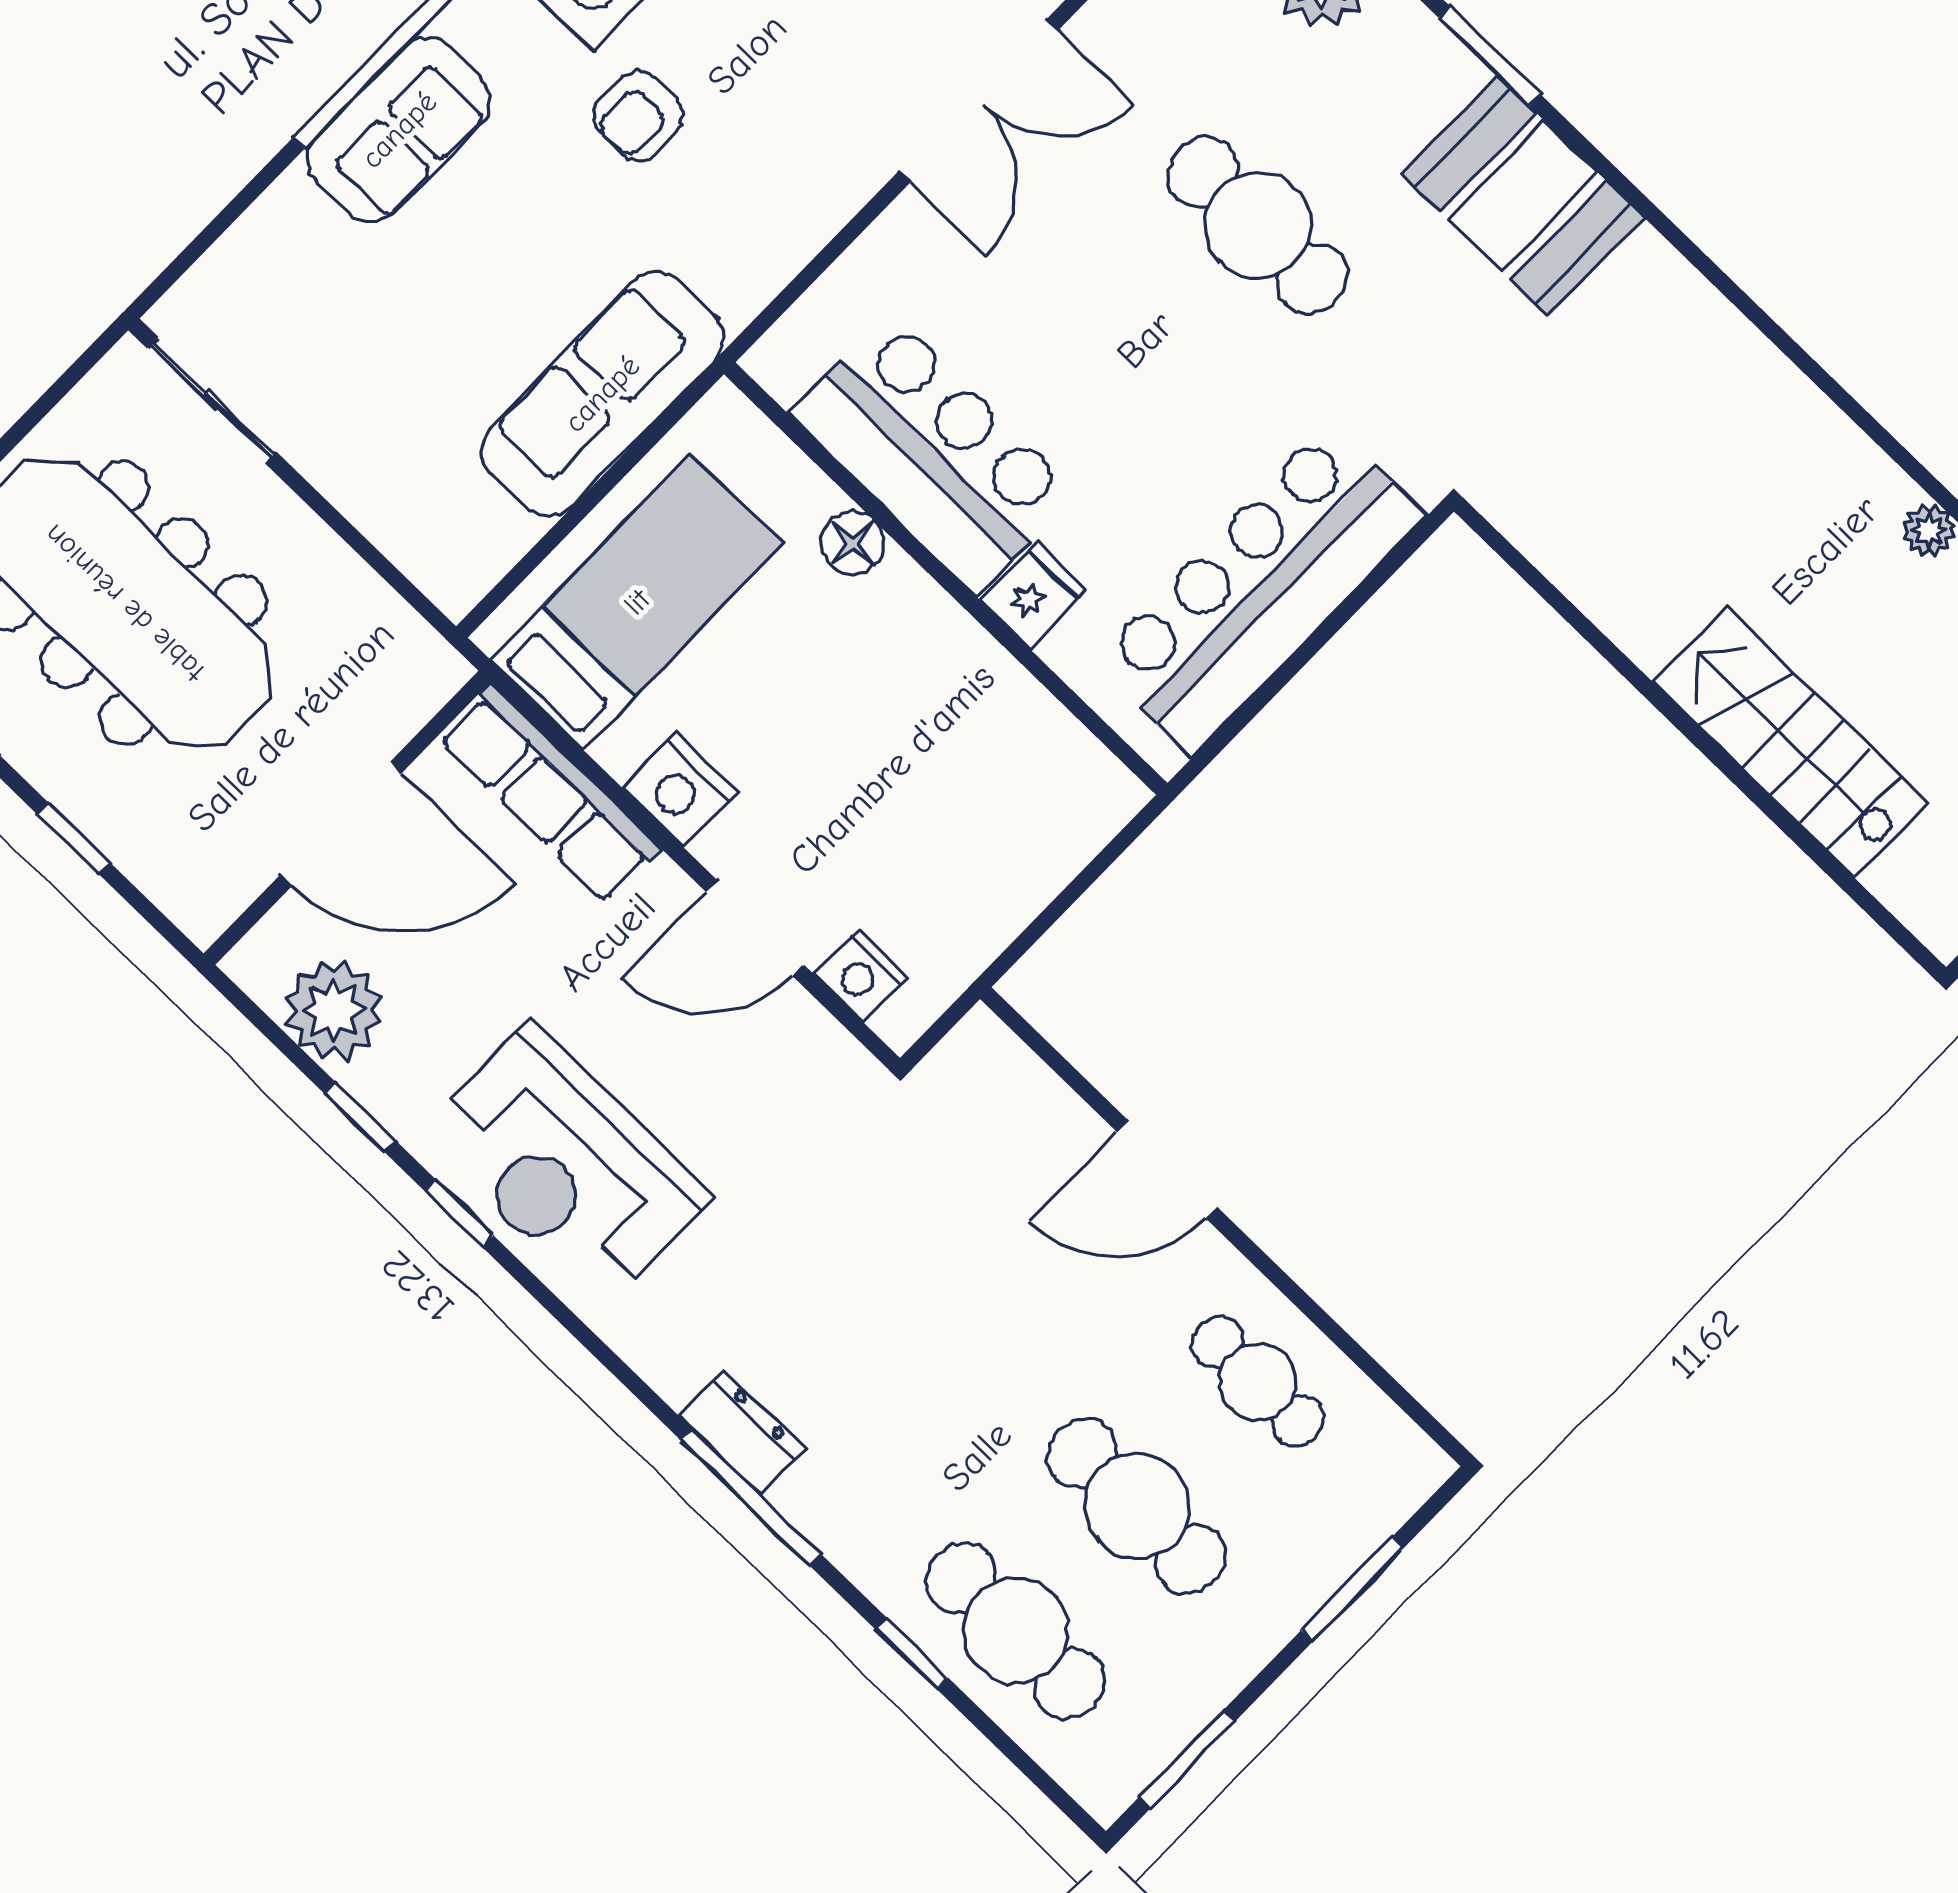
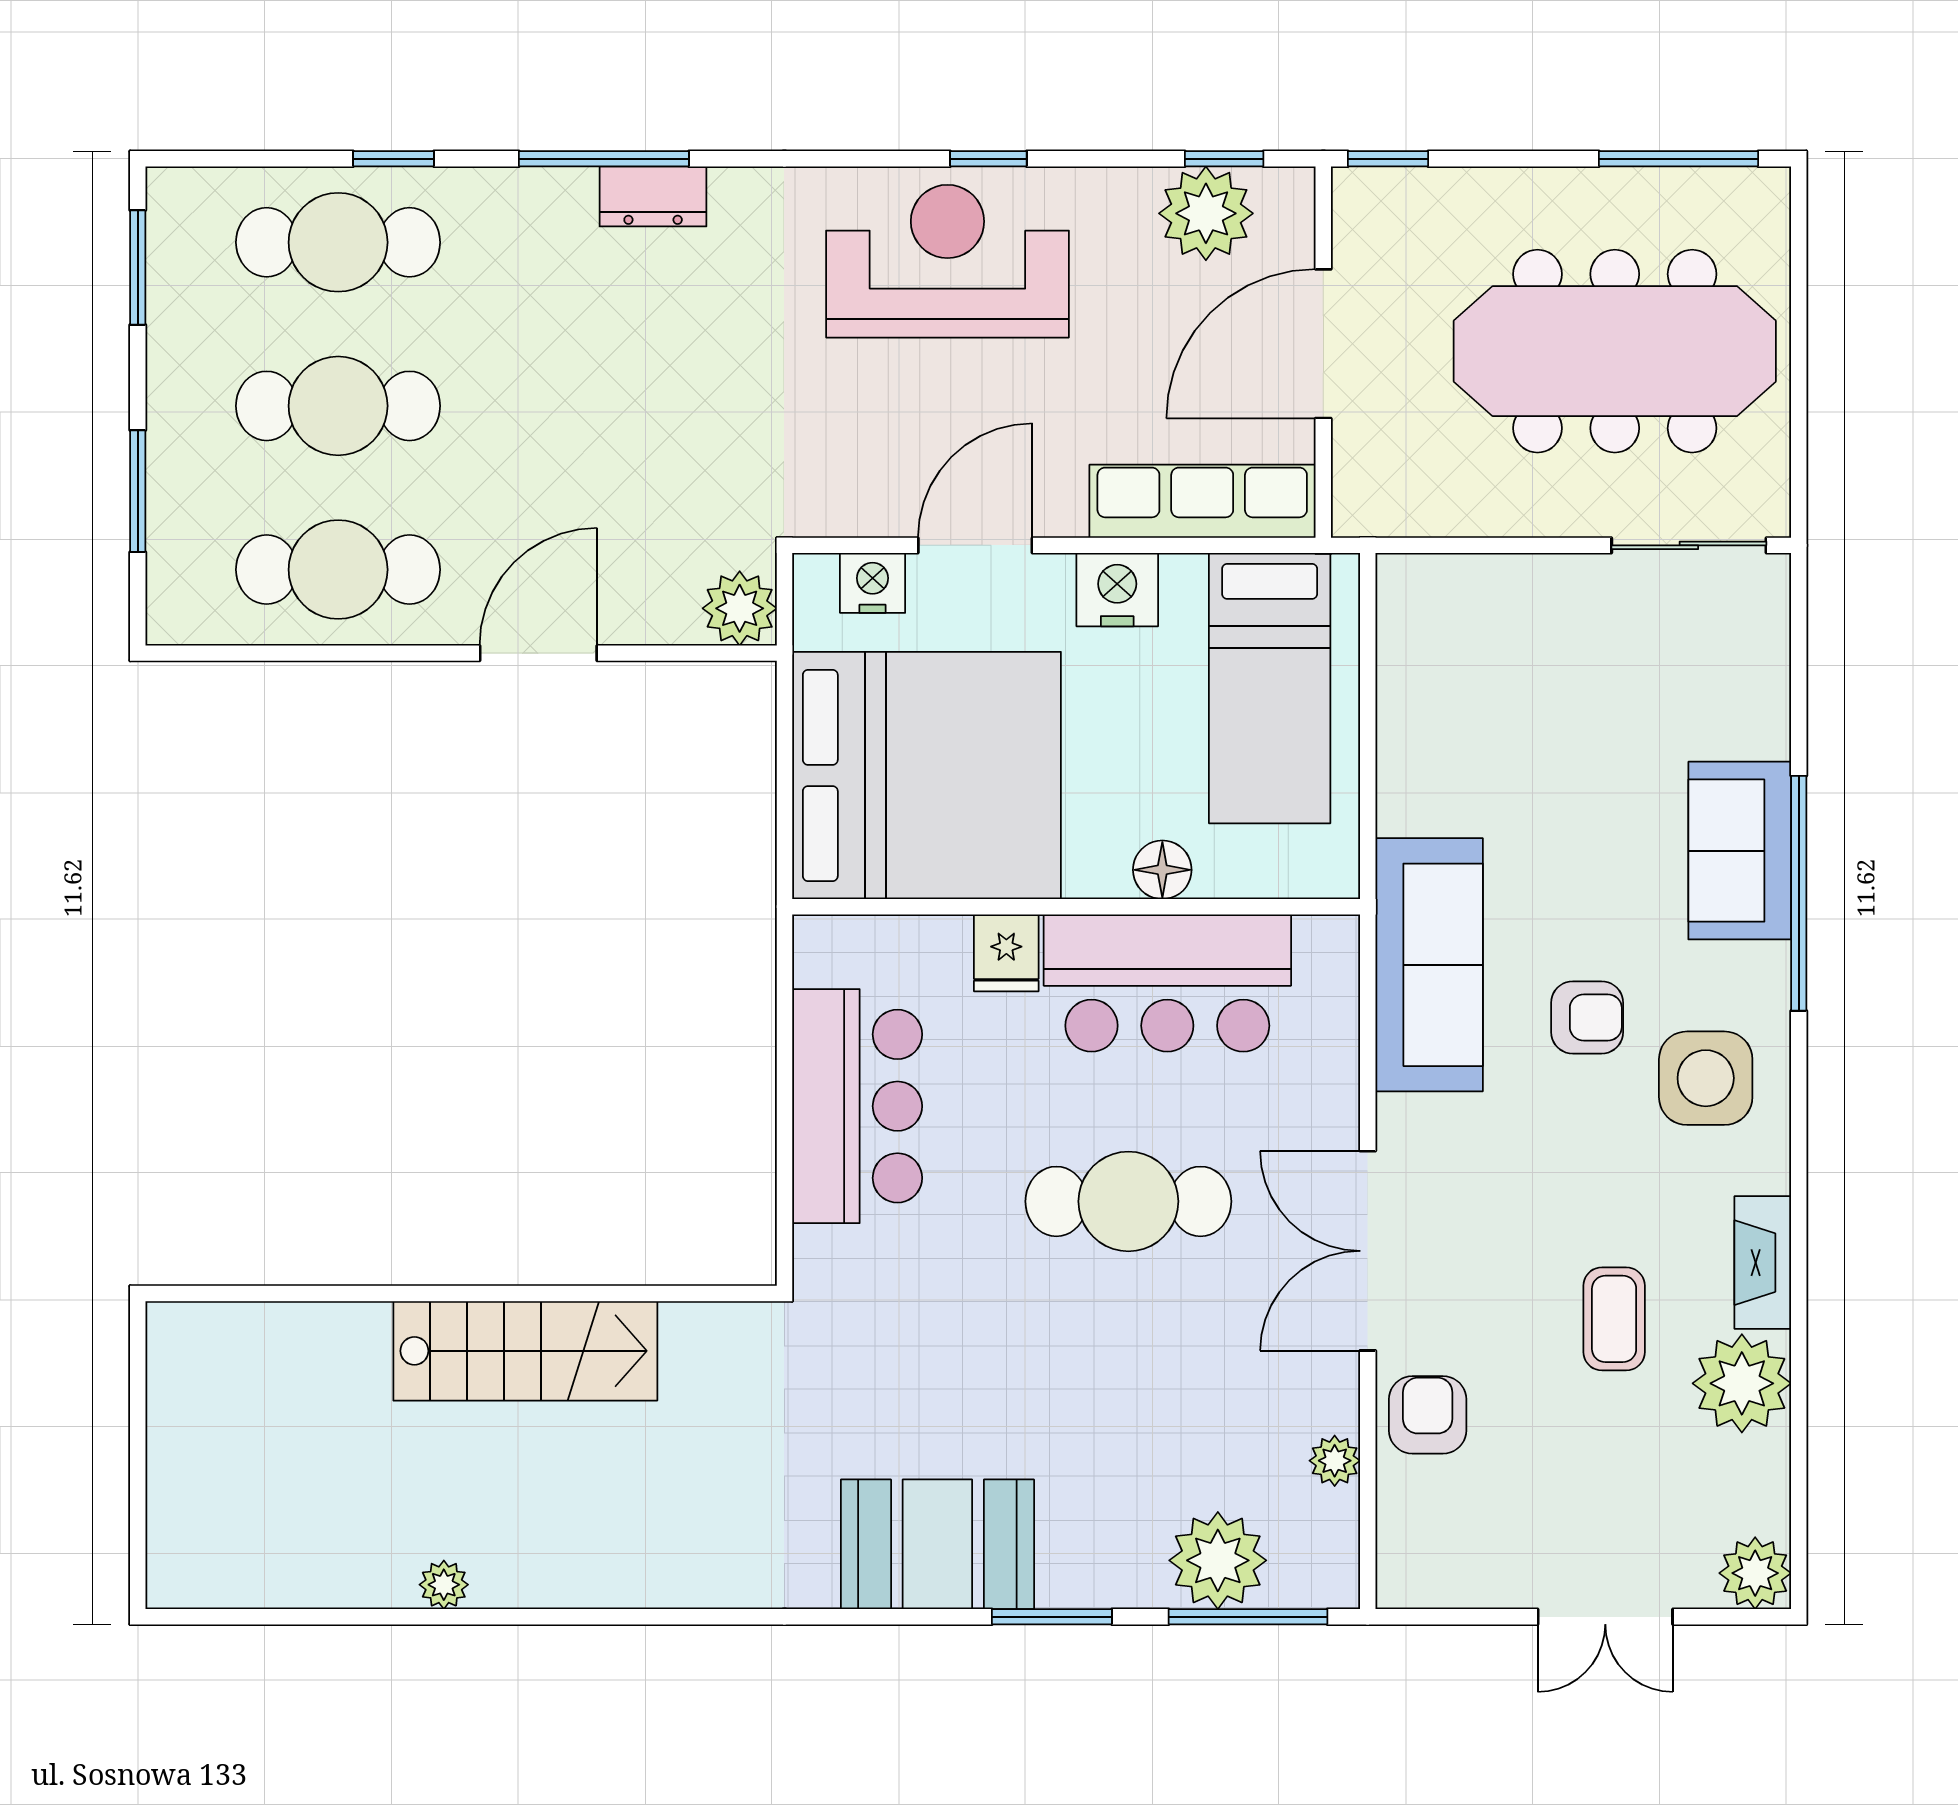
armchair: (639, 116) -> (1587, 1017), turned 90
cafe table: (1257, 225) -> (1128, 1201), moved
sofa: (602, 394) -> (1429, 965), moved
bar counter: (1260, 589) -> (857, 1106), width x0.73
stairs: (1790, 742) -> (525, 1351), moved
bed: (962, 789) -> (926, 775), added
window: (74, 838) -> (1388, 159), moved
plant: (981, 1055) -> (740, 608), added
window: (360, 1117) -> (1224, 159), moved
cafe table: (1258, 1382) -> (338, 570), width x1.37, depth x1.35

